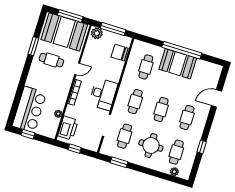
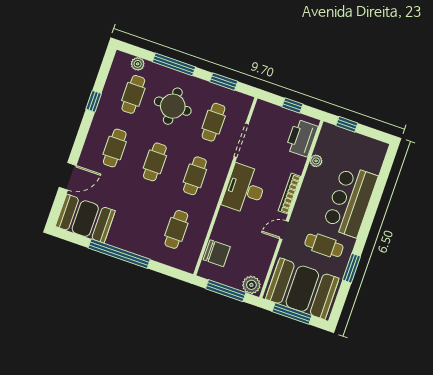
booth: (178, 64) -> (85, 219), moved
bar counter: (29, 109) -> (350, 201), moved
window: (28, 134) -> (347, 124), moved
window: (151, 172) -> (174, 64), added

